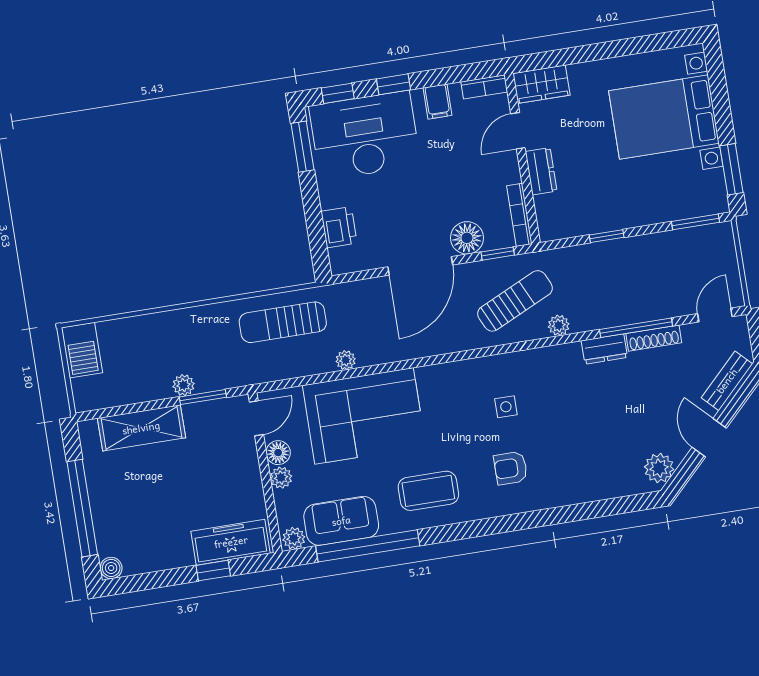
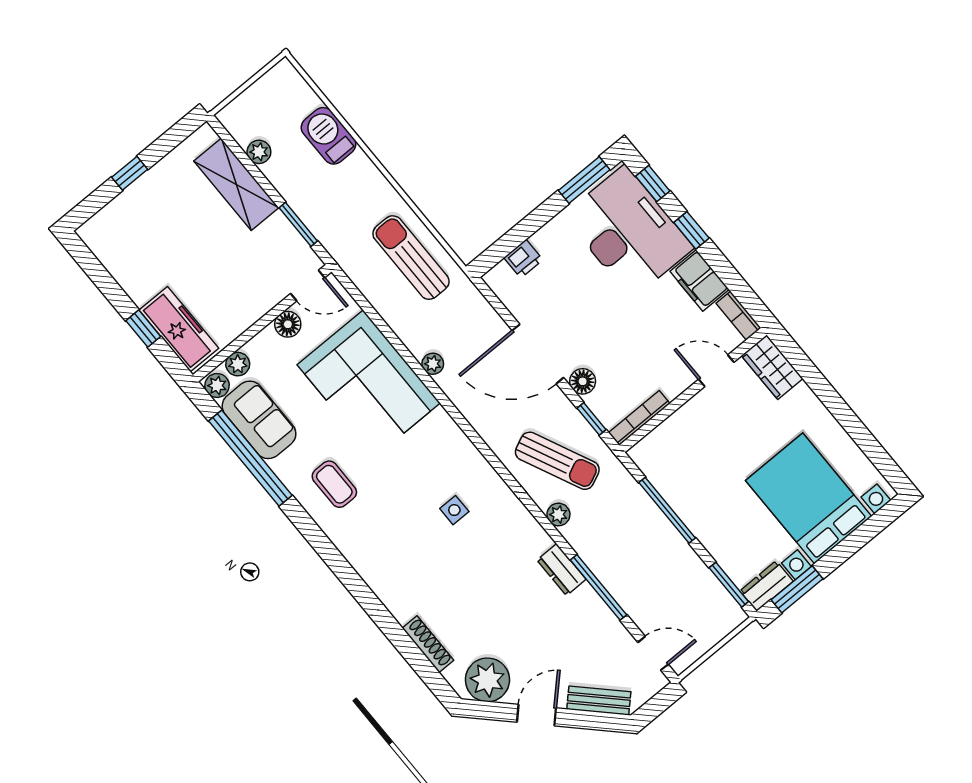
filing cabinet: (438, 102) -> (699, 280), width x2.00
dresser: (541, 171) -> (766, 586), moved, turned 180
printer: (339, 227) -> (523, 259), width x0.73, depth x0.81
window: (607, 236) -> (667, 510), width x2.17
floor lamp: (467, 238) -> (583, 381), width x0.73, depth x0.73
shoe rack: (654, 338) -> (428, 644), moved, turned 180
barbecue: (82, 350) -> (328, 136), moved, turned 90
plant: (346, 360) -> (433, 364), moved
plant: (184, 385) -> (259, 152), moved
armchair: (511, 468) -> (400, 548), removed
plant: (659, 468) -> (487, 680), width x1.36, depth x1.36
plant: (281, 478) -> (238, 364), moved
coffee table: (428, 491) -> (334, 484), width x0.73, depth x0.77
window: (82, 508) -> (130, 173), width x0.32
boiler: (111, 568) -> (90, 233), removed

